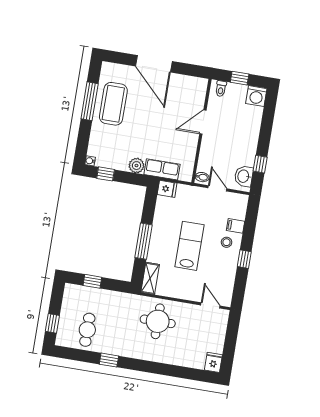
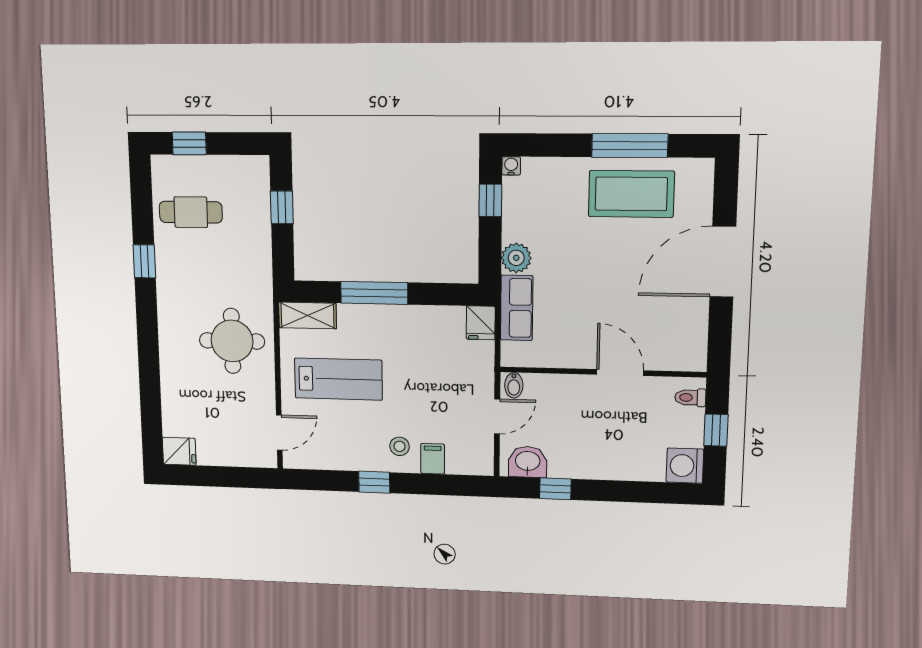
lab bench: (190, 246) -> (338, 379), moved

